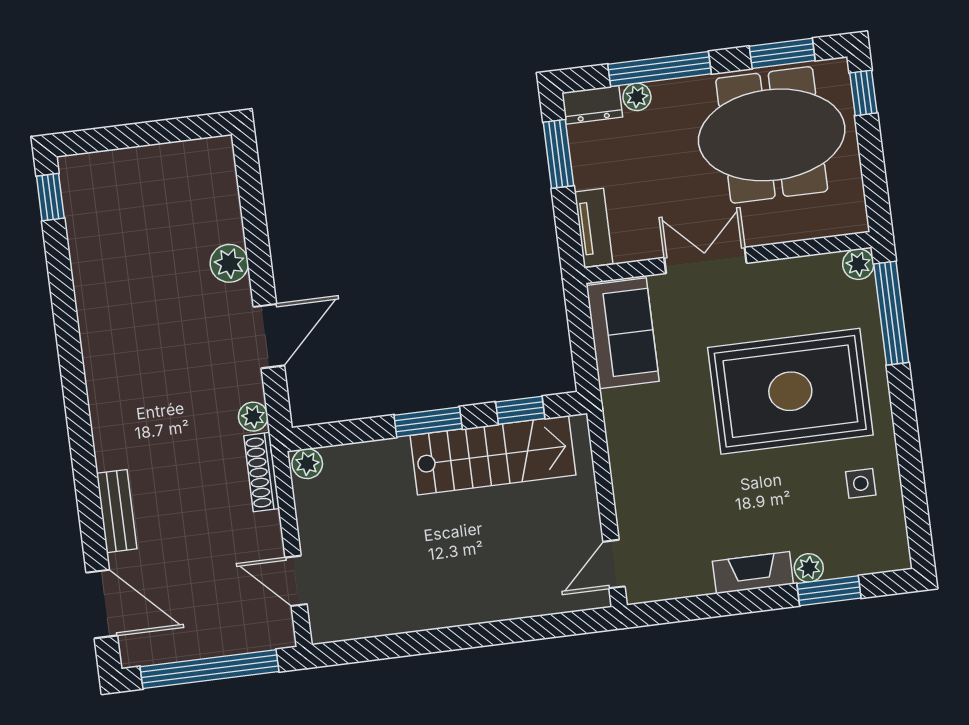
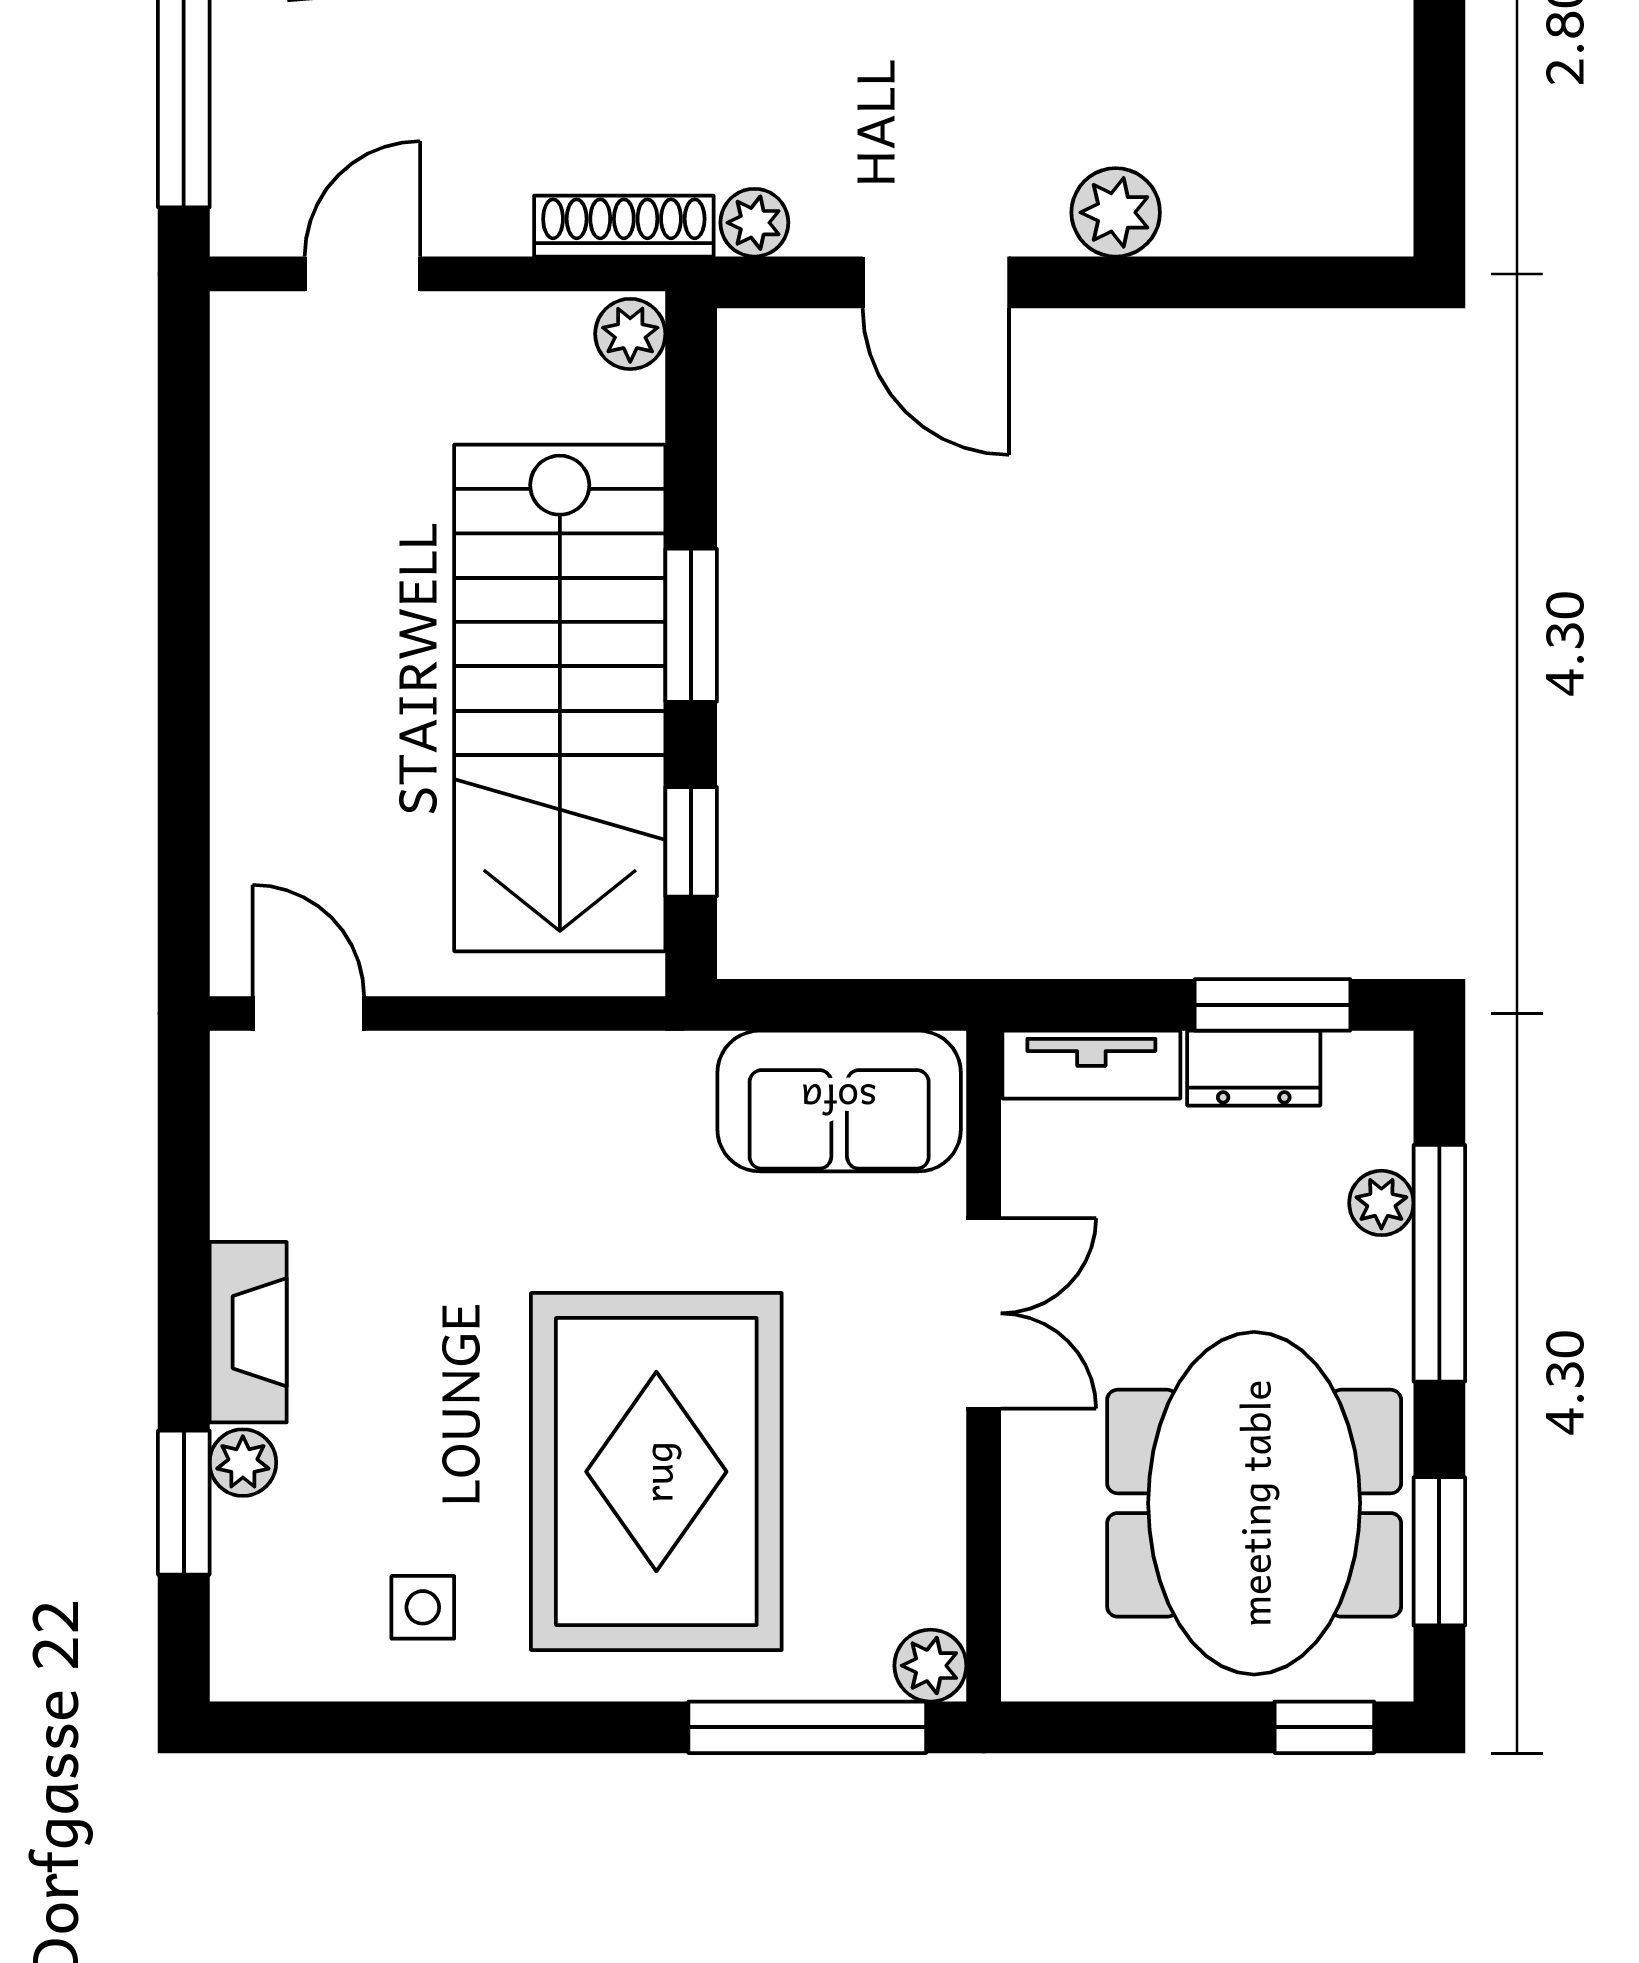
dresser: (592, 105) -> (1254, 1068), moved, turned -90
stairs: (493, 455) -> (560, 698), width x1.36, depth x1.51

